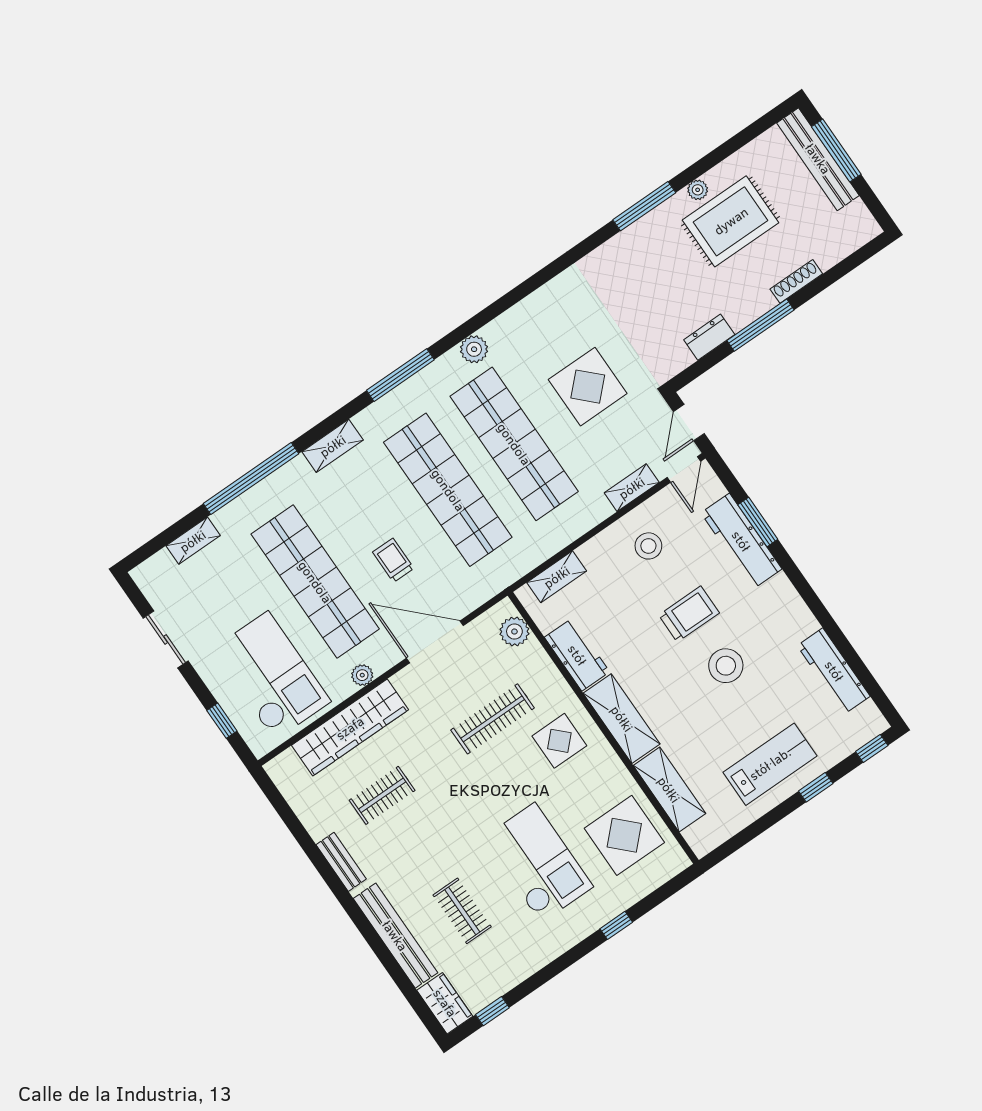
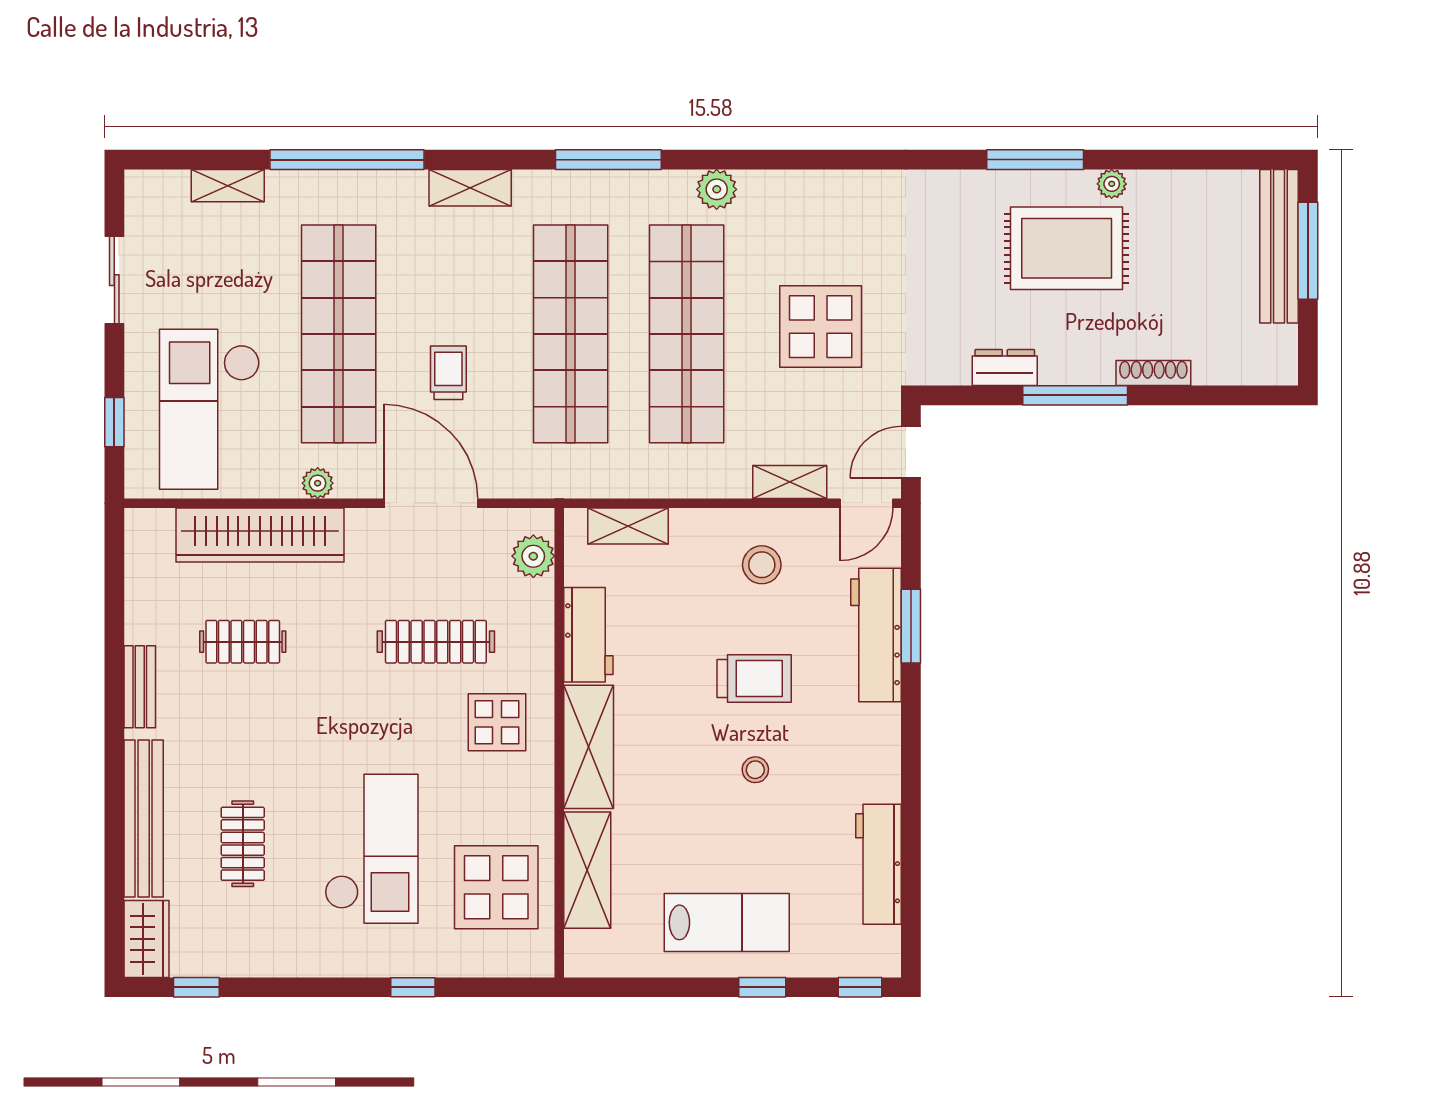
rug: (731, 221) -> (1067, 248), moved
stool: (726, 666) -> (755, 770), width x0.53, depth x0.53
checkout: (271, 676) -> (210, 409), turned 180

